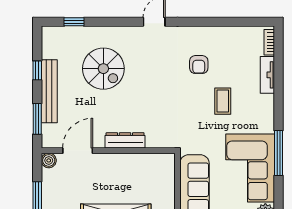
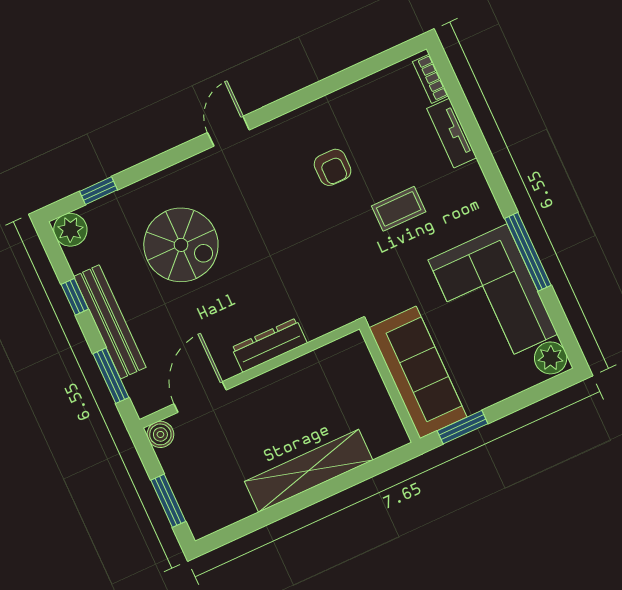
plant: (51, 35) -> (70, 230), added
coffee table: (223, 101) -> (399, 209), turned 90

